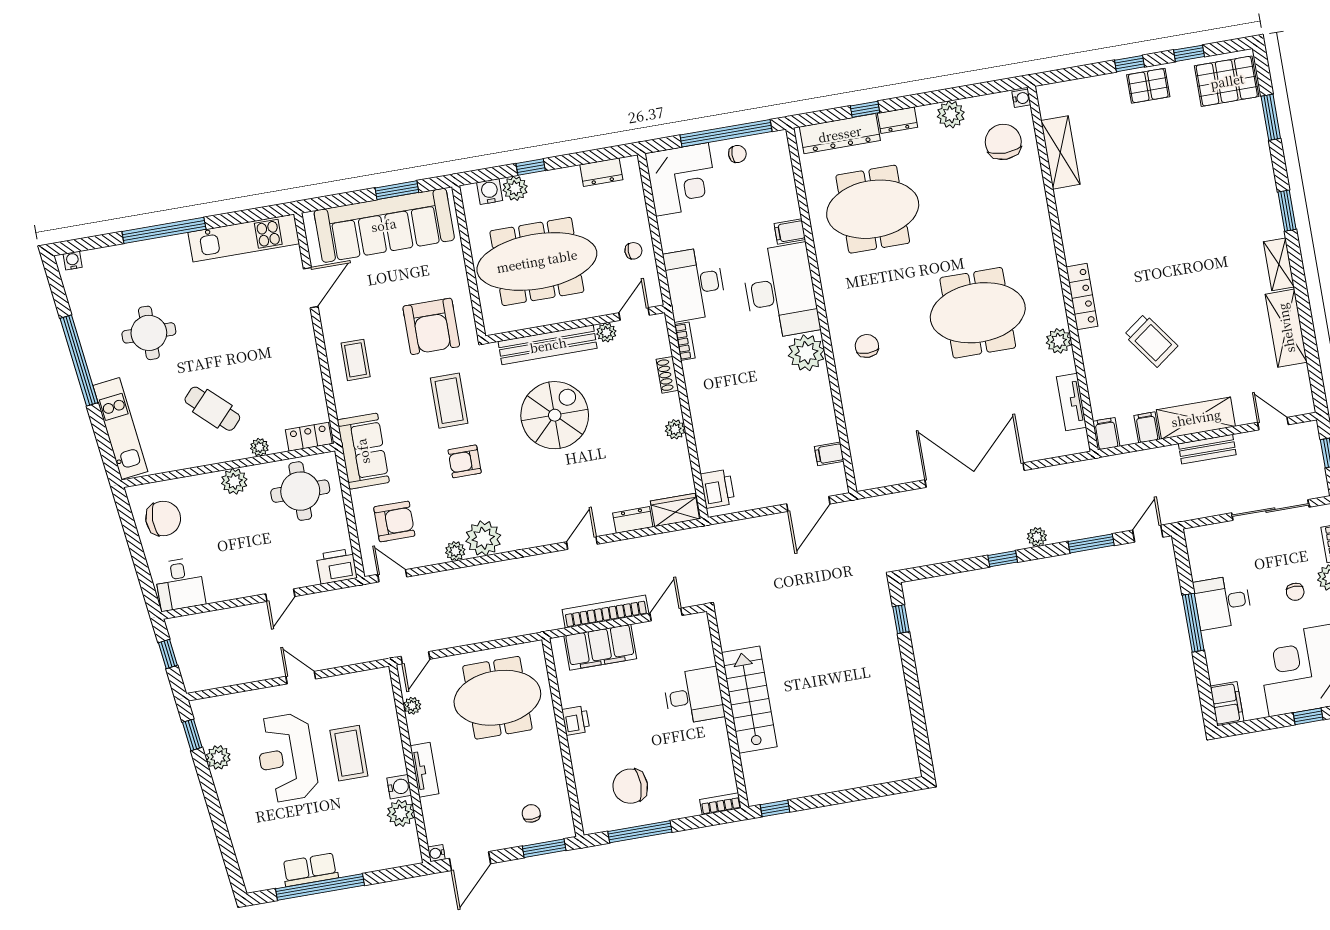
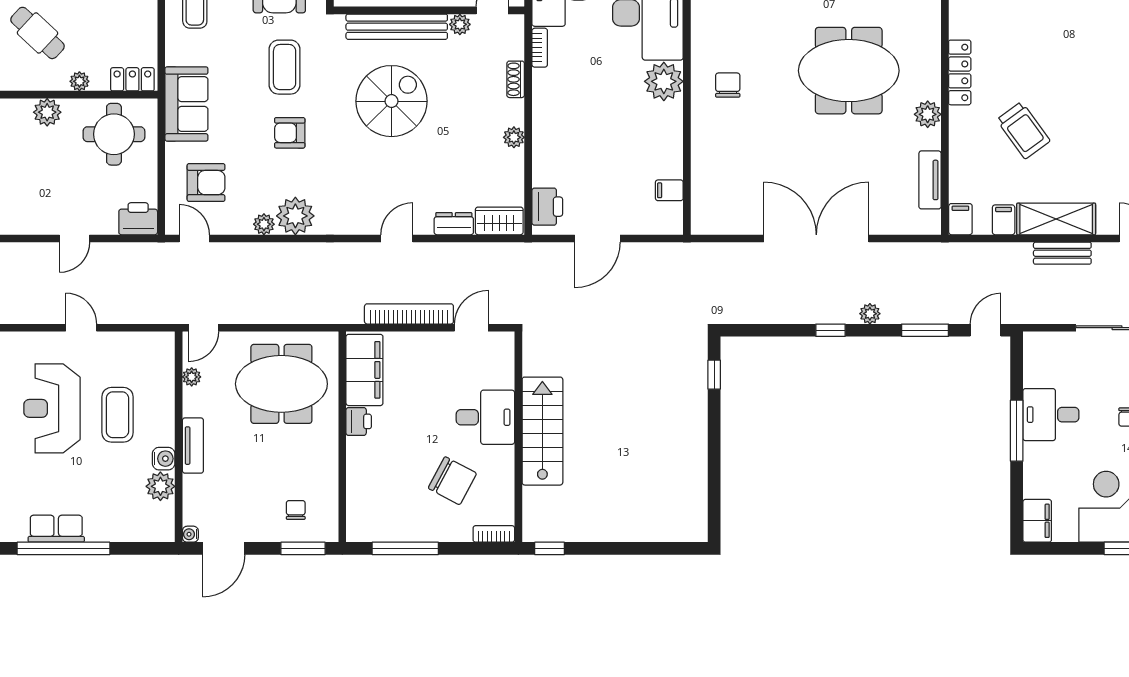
door: (808, 504) -> (597, 238), moved
filing cabinet: (600, 647) -> (364, 370), moved, turned -90
chair: (630, 786) -> (452, 481), moved, turned -152

